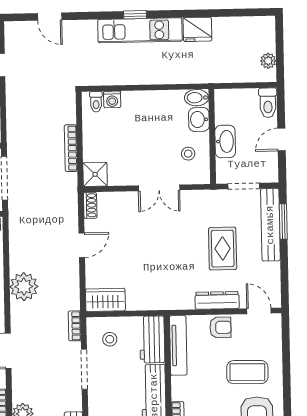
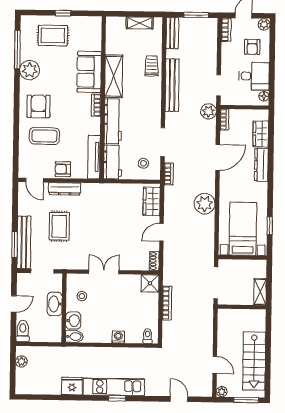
washing machine: (112, 99) -> (118, 337), moved
wardrobe: (105, 300) -> (152, 201), moved, turned 90

